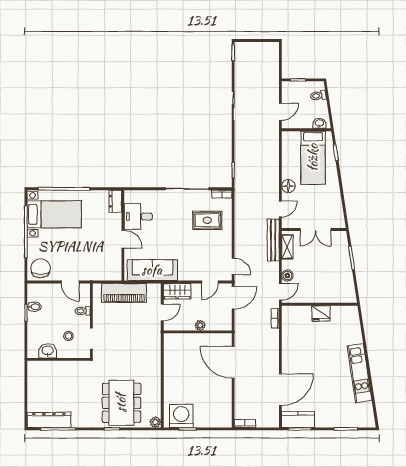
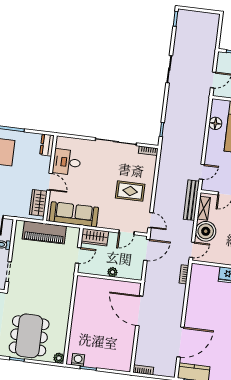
floor lamp: (288, 186) -> (215, 123), moved
rug: (207, 220) -> (130, 191), moved
wardrobe: (114, 263) -> (38, 203), added
boiler: (287, 276) -> (206, 231), width x1.86, depth x1.86
washing machine: (181, 416) -> (78, 360), width x0.53, depth x0.53

